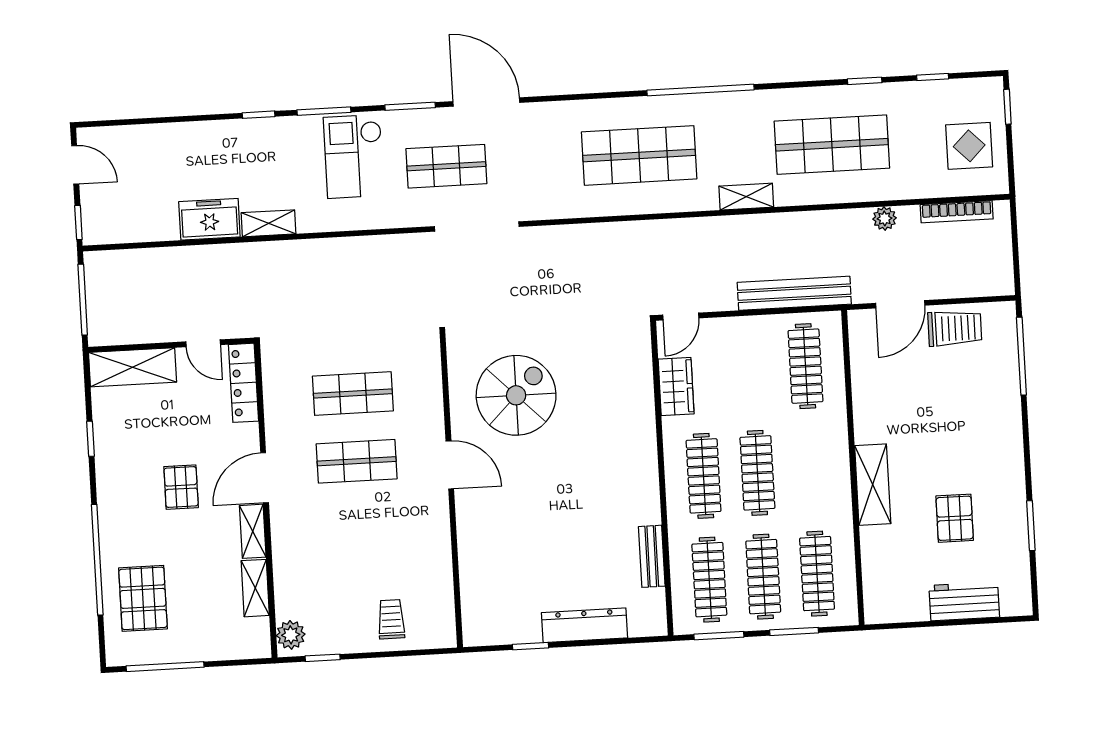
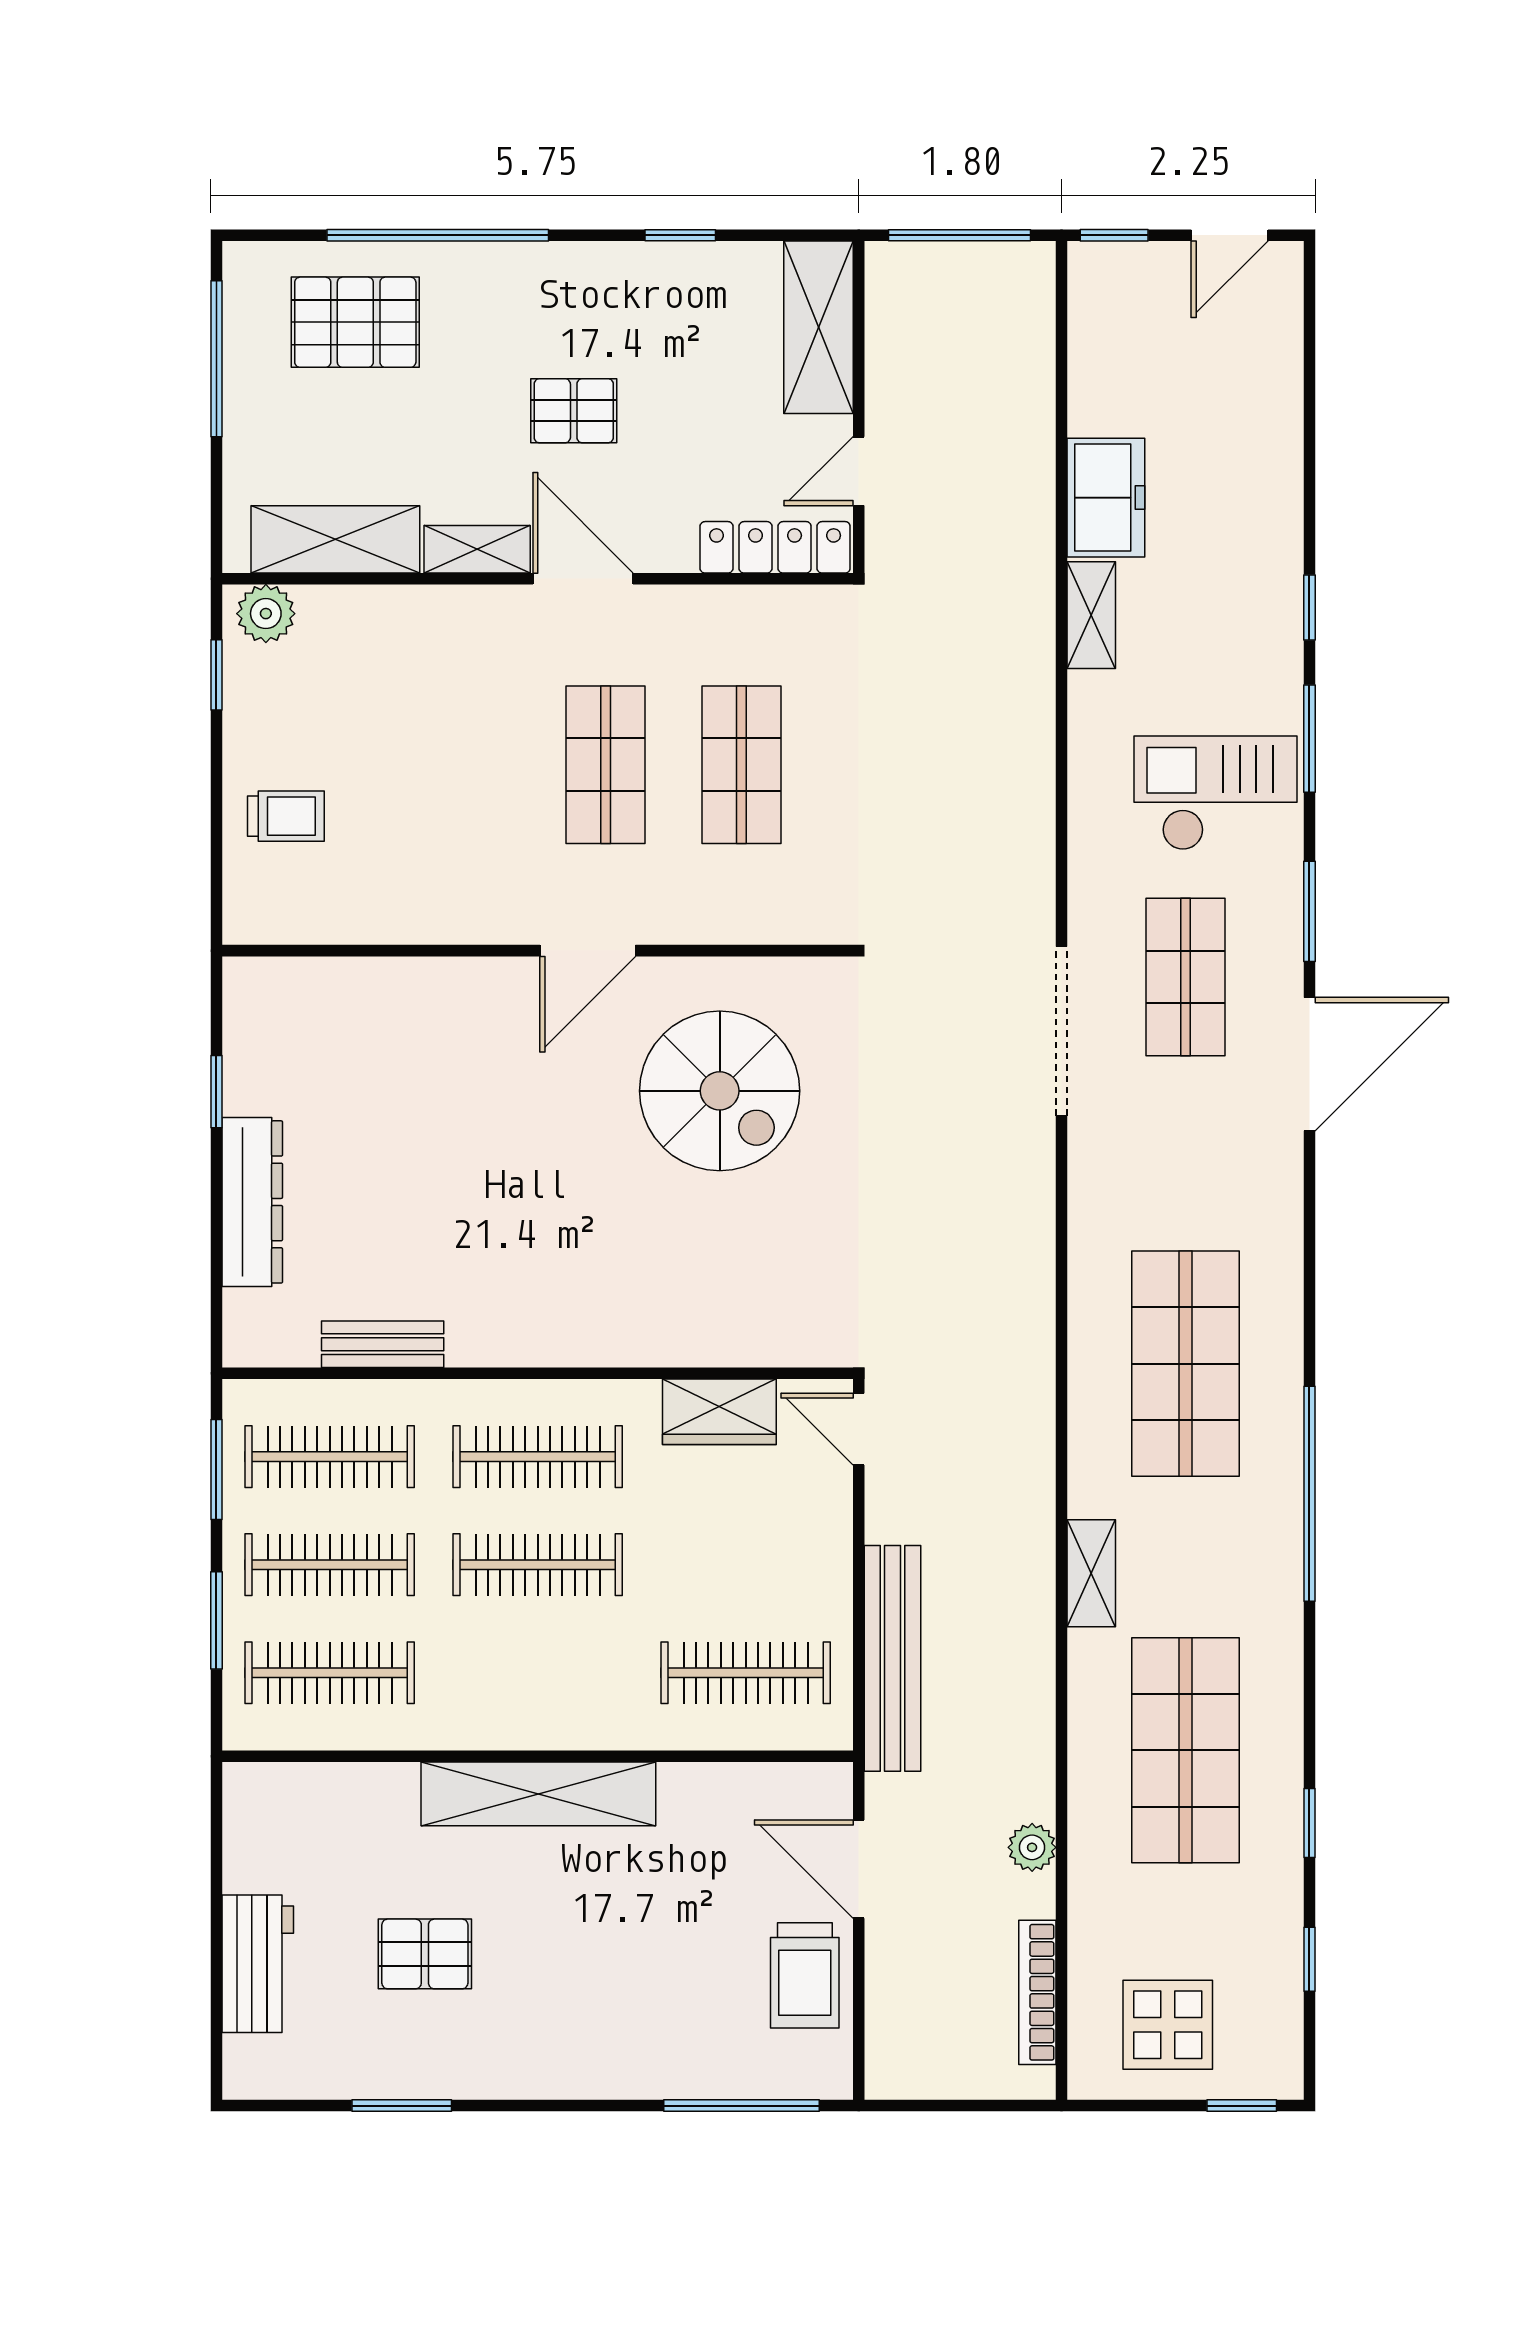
shelving: (873, 485) -> (538, 1794), width x1.47
shelving: (255, 588) -> (335, 539), width x1.50, depth x1.33

